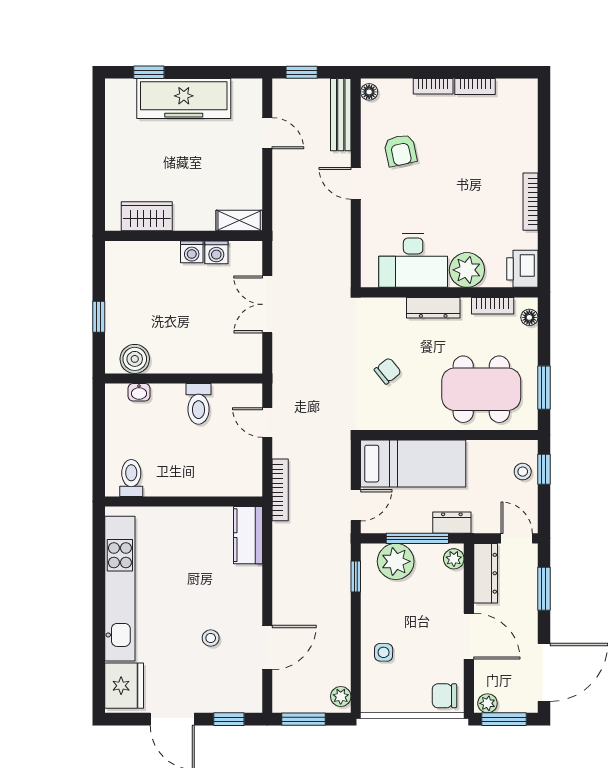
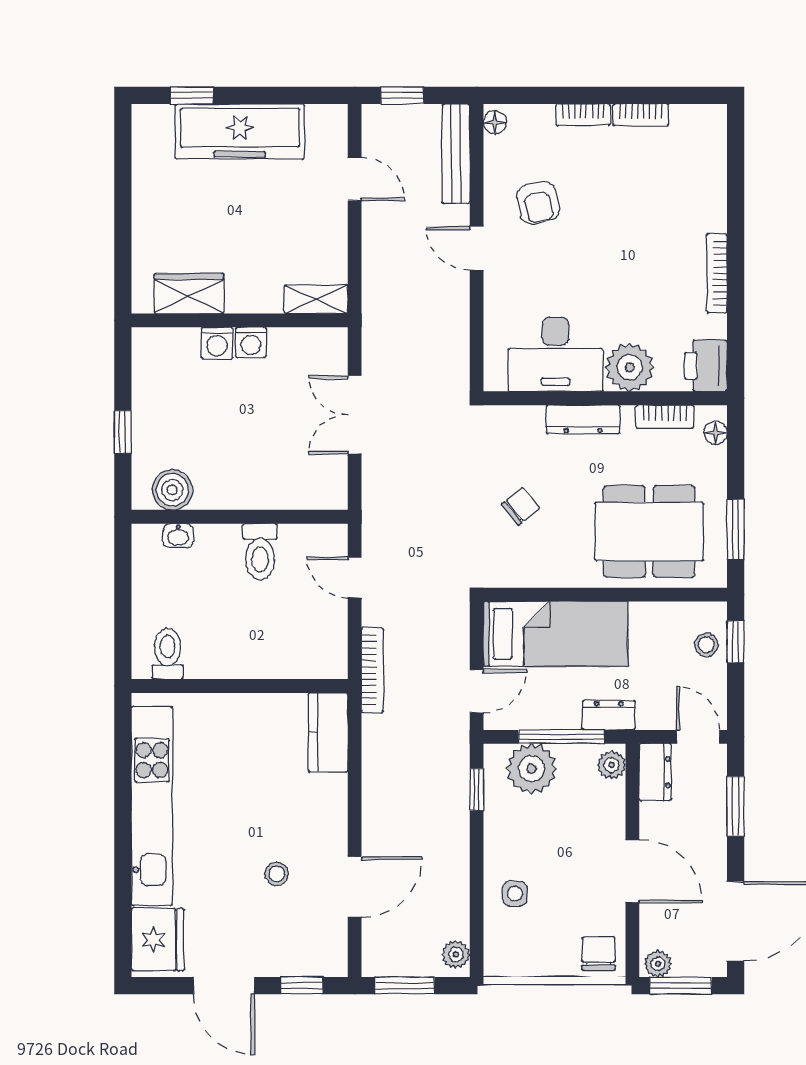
washing machine: (216, 252) -> (217, 343), moved
dresser: (486, 573) -> (655, 772), width x0.70
chair: (444, 696) -> (599, 954), turned 90

